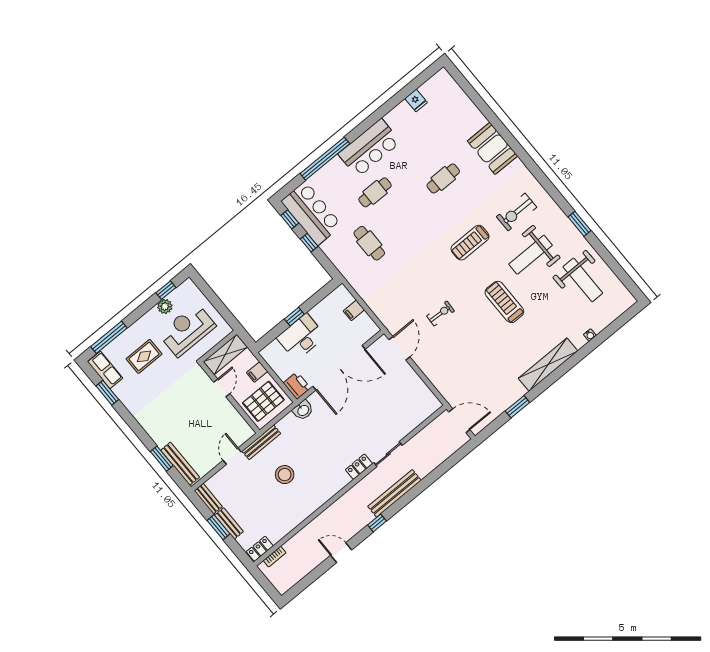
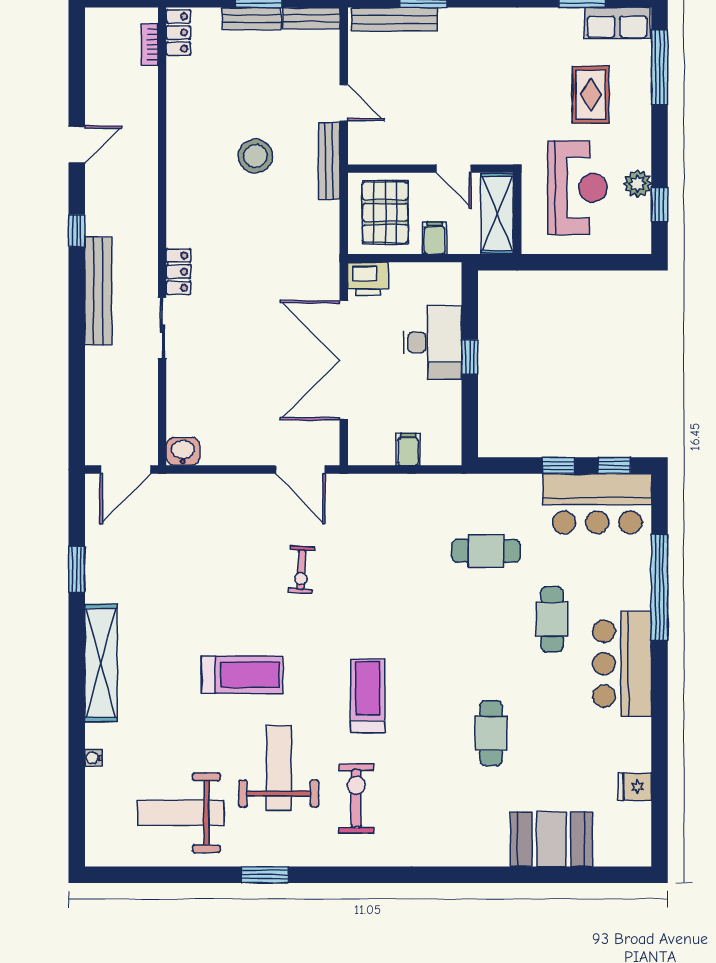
booth: (492, 148) -> (551, 839), moved
washbasin: (303, 410) -> (183, 451), moved, turned 90

